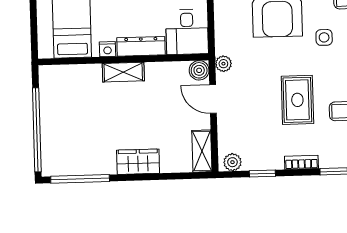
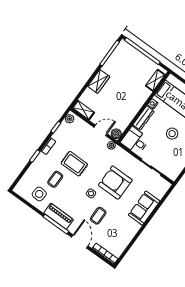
shelving: (123, 72) -> (155, 80), moved

